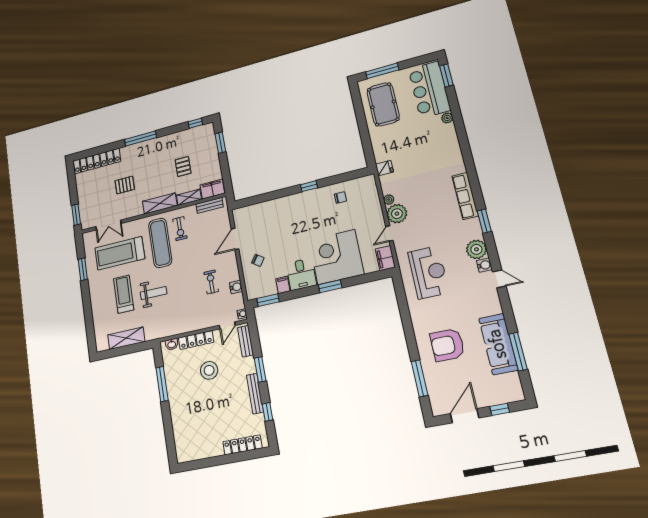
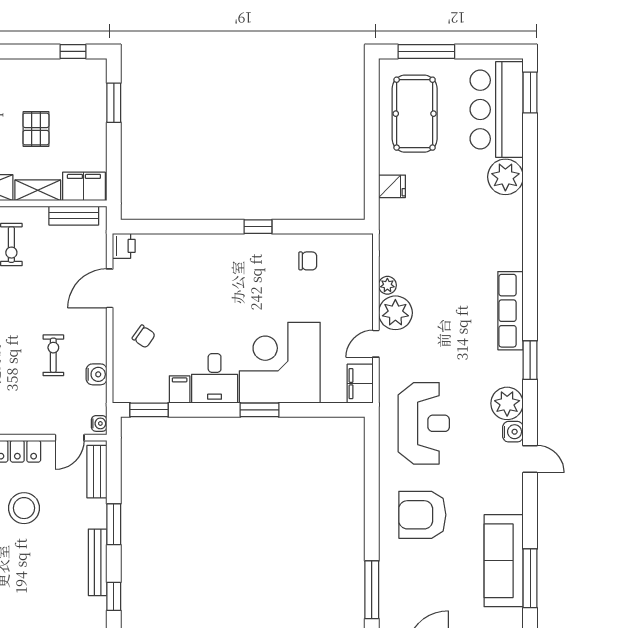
plant: (447, 118) -> (505, 177), width x1.87, depth x1.87
fridge: (384, 168) -> (392, 186), moved
printer: (238, 215) -> (124, 246), added
armchair: (447, 345) -> (422, 515), moved

